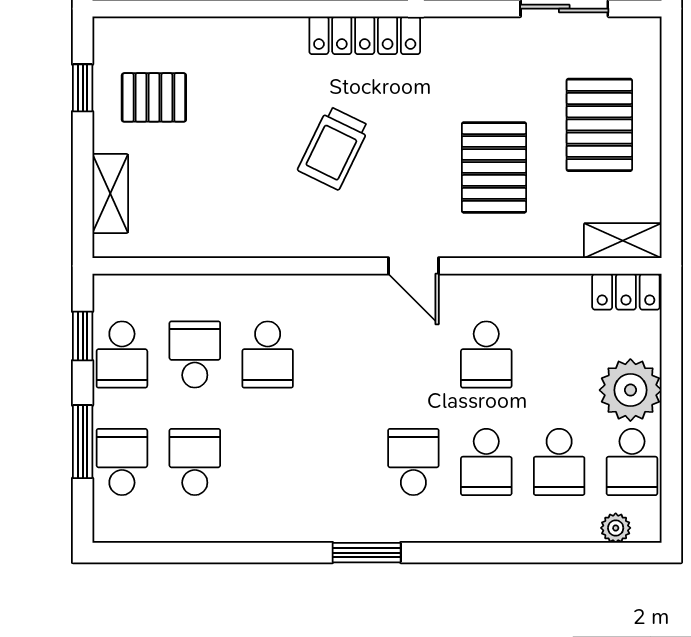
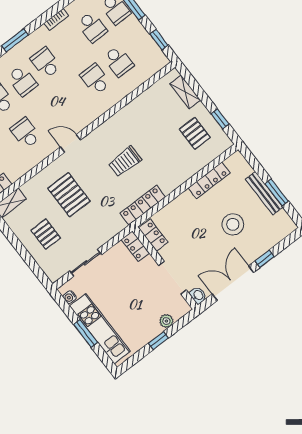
pallet: (154, 97) -> (195, 133), turned 90
pallet: (599, 125) -> (46, 234), width x0.67, depth x0.71
trolley: (334, 148) -> (125, 161), turned -116
school desk: (122, 355) -> (46, 63), moved
bookcase: (254, 531) -> (56, 20), added

